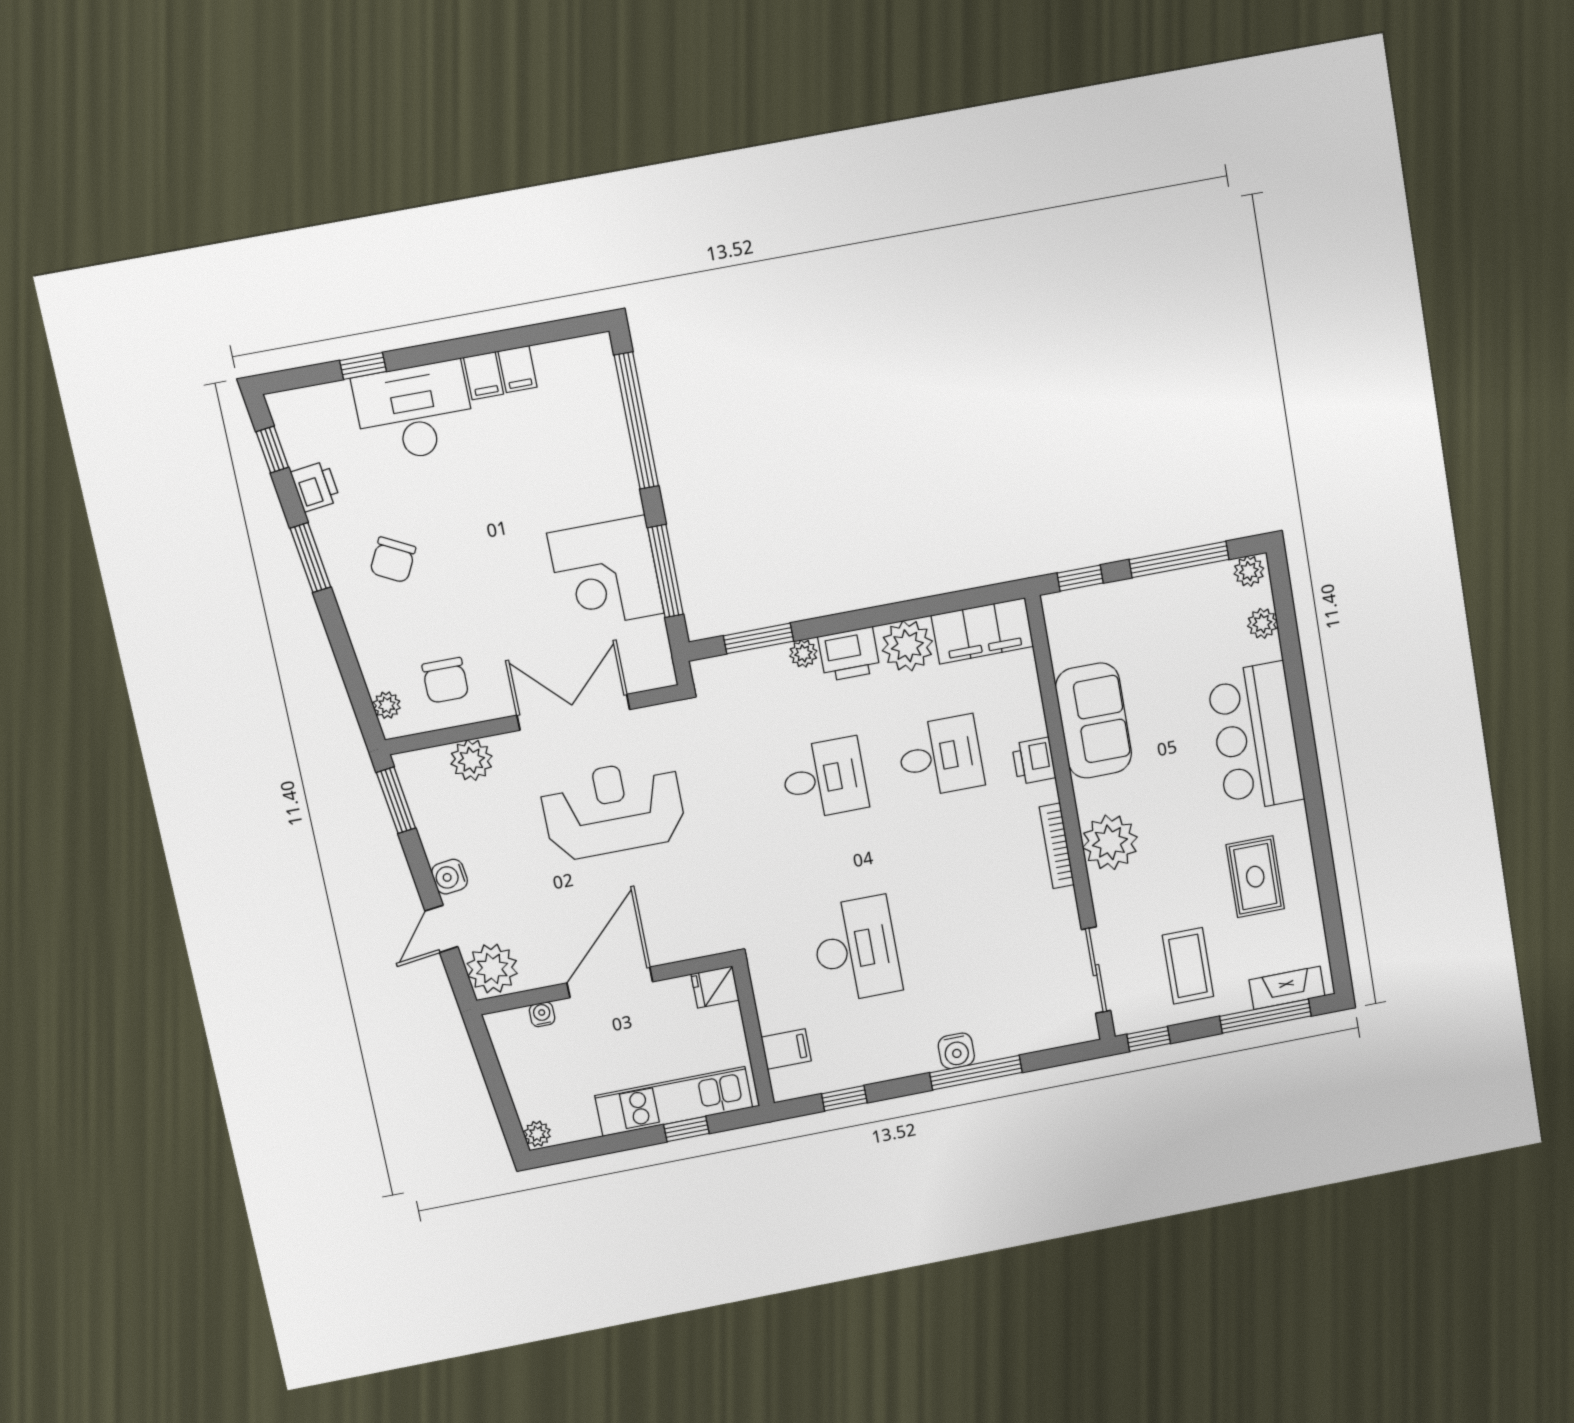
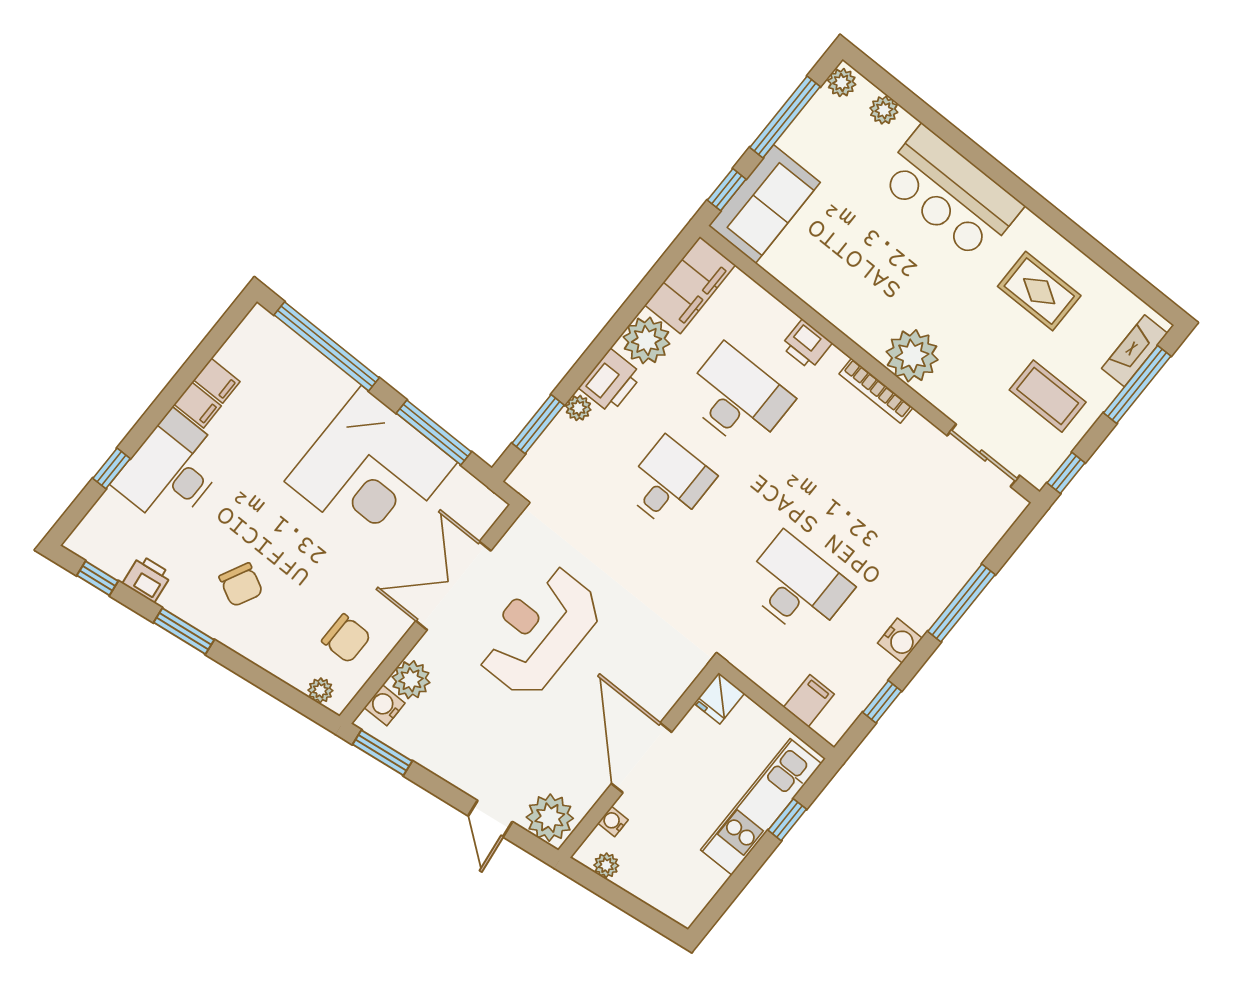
corner desk: (606, 573) -> (371, 472), width x1.36, depth x1.36
sofa: (1094, 721) -> (764, 204), moved, turned 90
desk: (940, 756) -> (737, 398), width x1.37
water cooler: (450, 877) -> (385, 705), moved, turned 97
water cooler: (956, 1051) -> (900, 641), moved
plant: (537, 1134) -> (606, 865), moved

